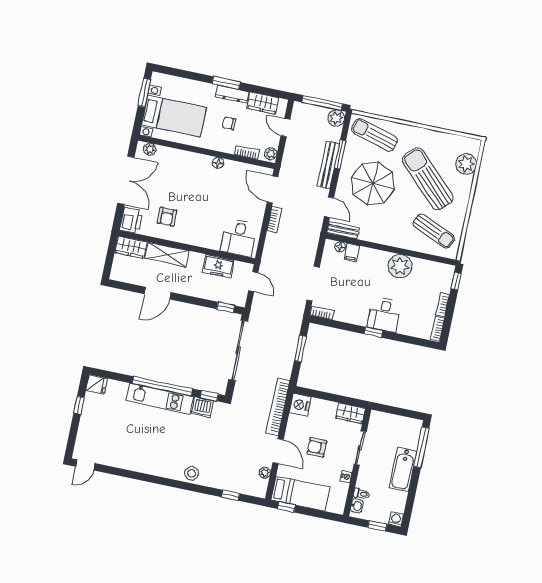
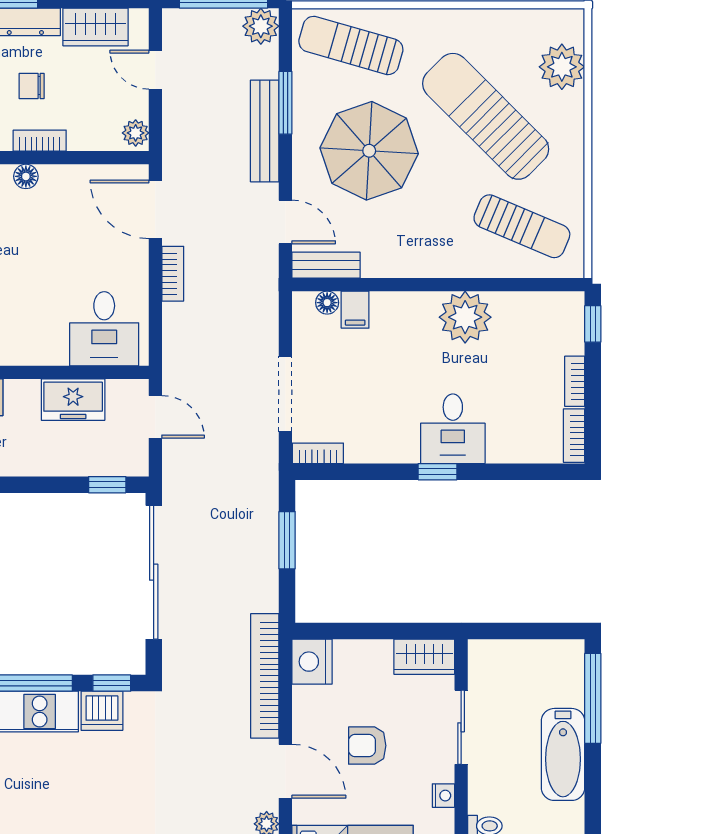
bookcase: (247, 152) -> (40, 141), moved

